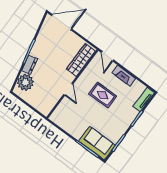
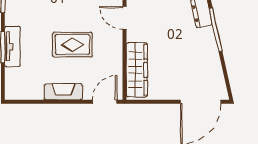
door: (107, 56) -> (105, 102), hinge flipped
tv unit: (144, 99) -> (12, 47), moved

